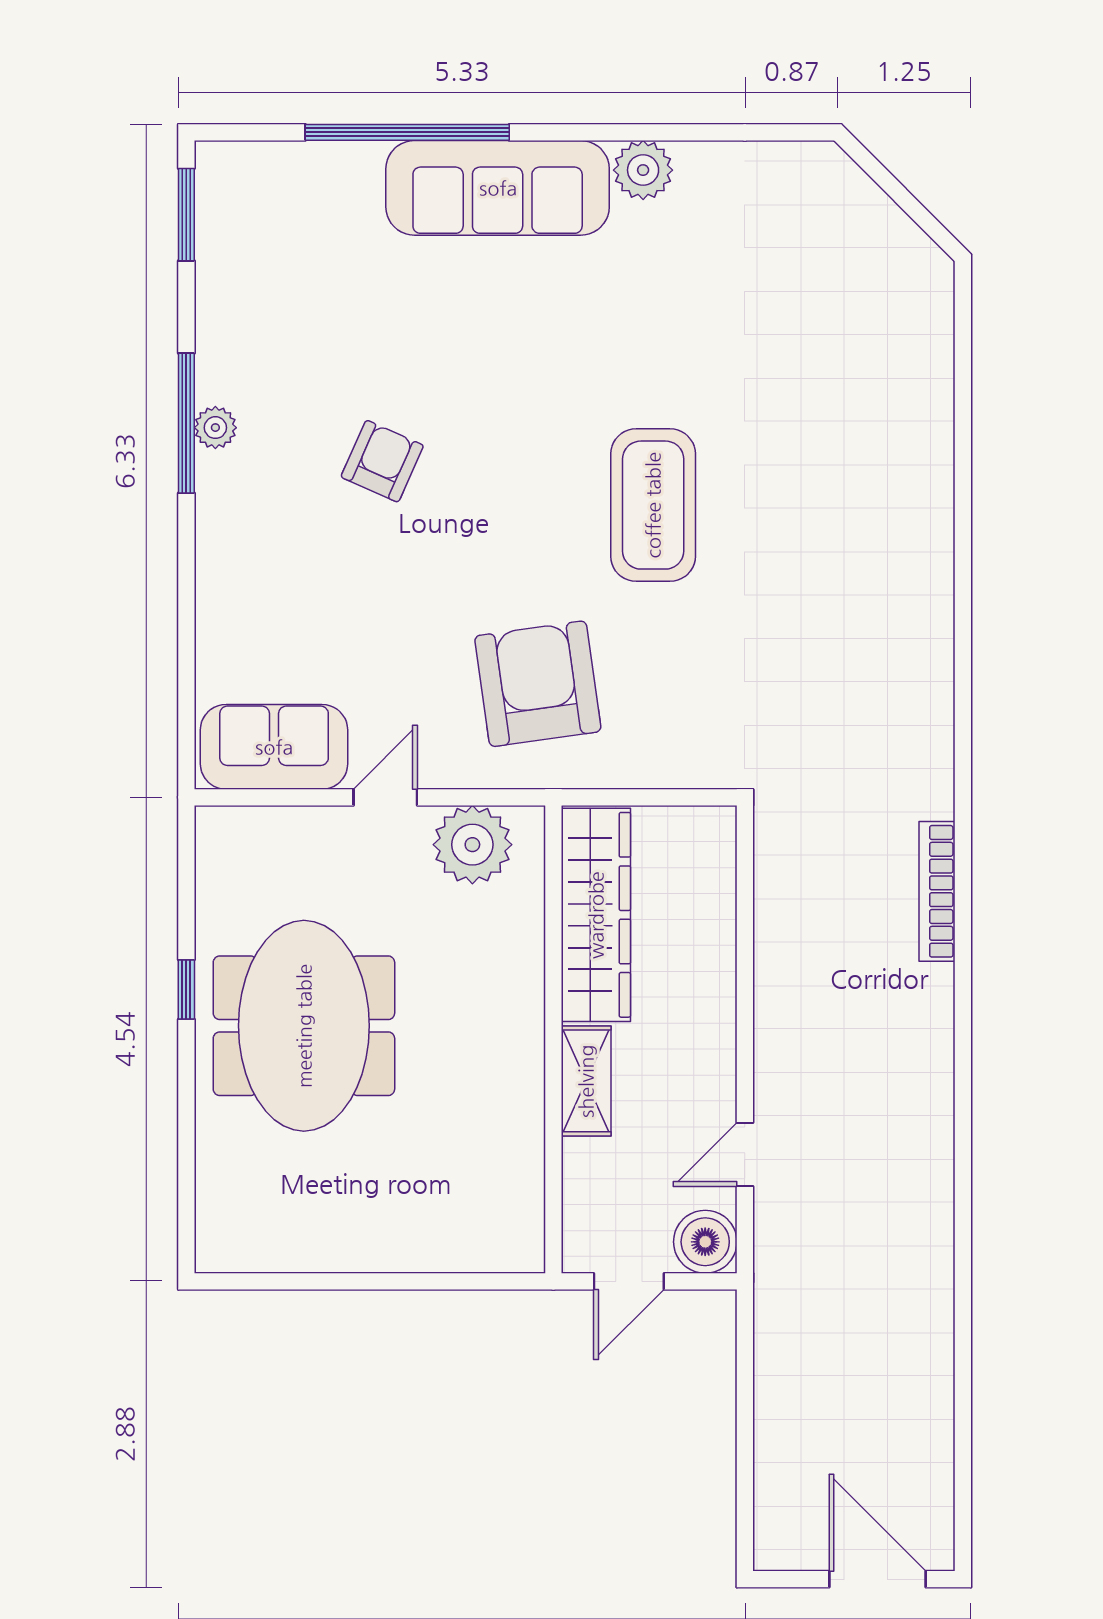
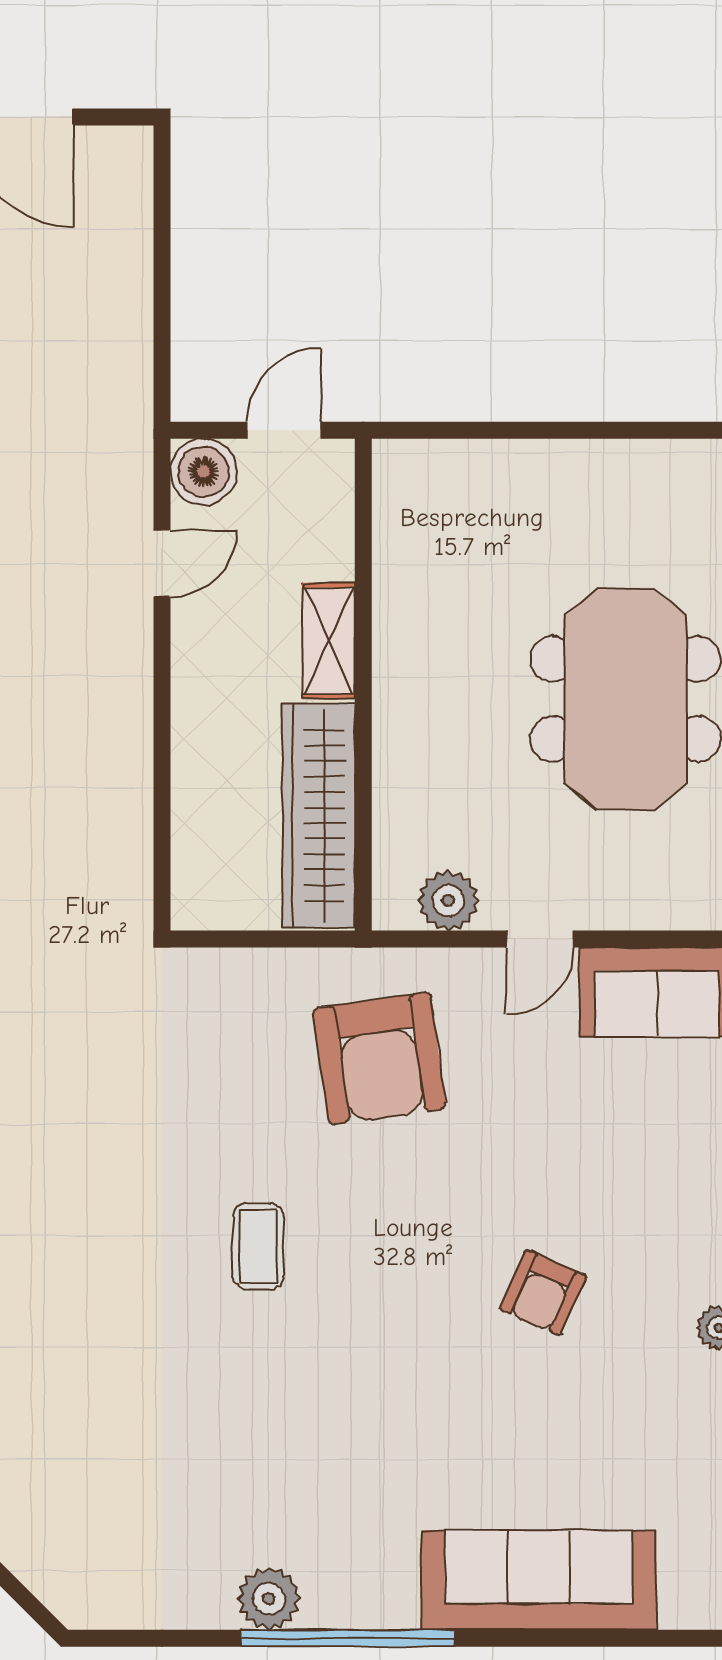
window: (407, 132) -> (348, 1638), moved
sofa: (498, 188) -> (539, 1580), moved
coffee table: (653, 505) -> (258, 1246), width x0.54, depth x0.58
plant: (472, 845) -> (448, 900), width x0.73, depth x0.73

